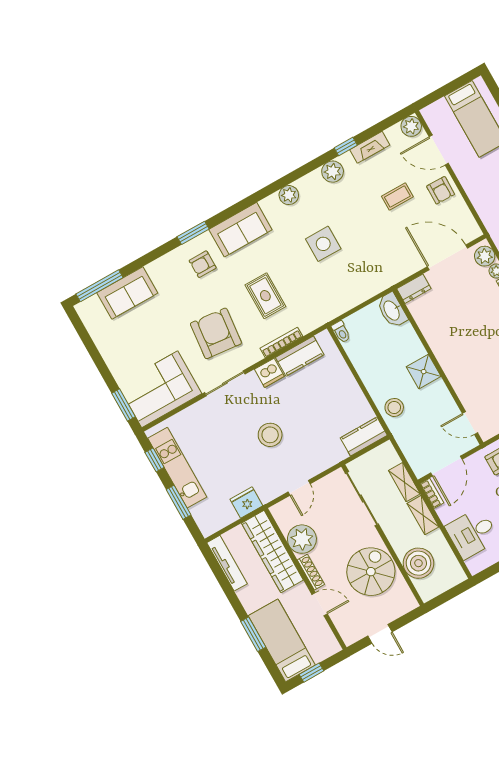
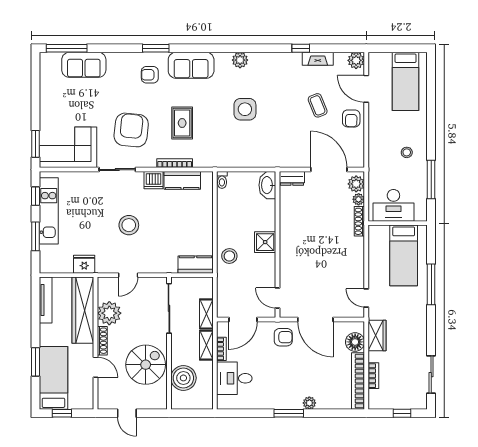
plant: (333, 172) -> (281, 61), removed
coffee table: (397, 197) -> (318, 105), turned 68
bookcase: (432, 493) -> (221, 349), moved

